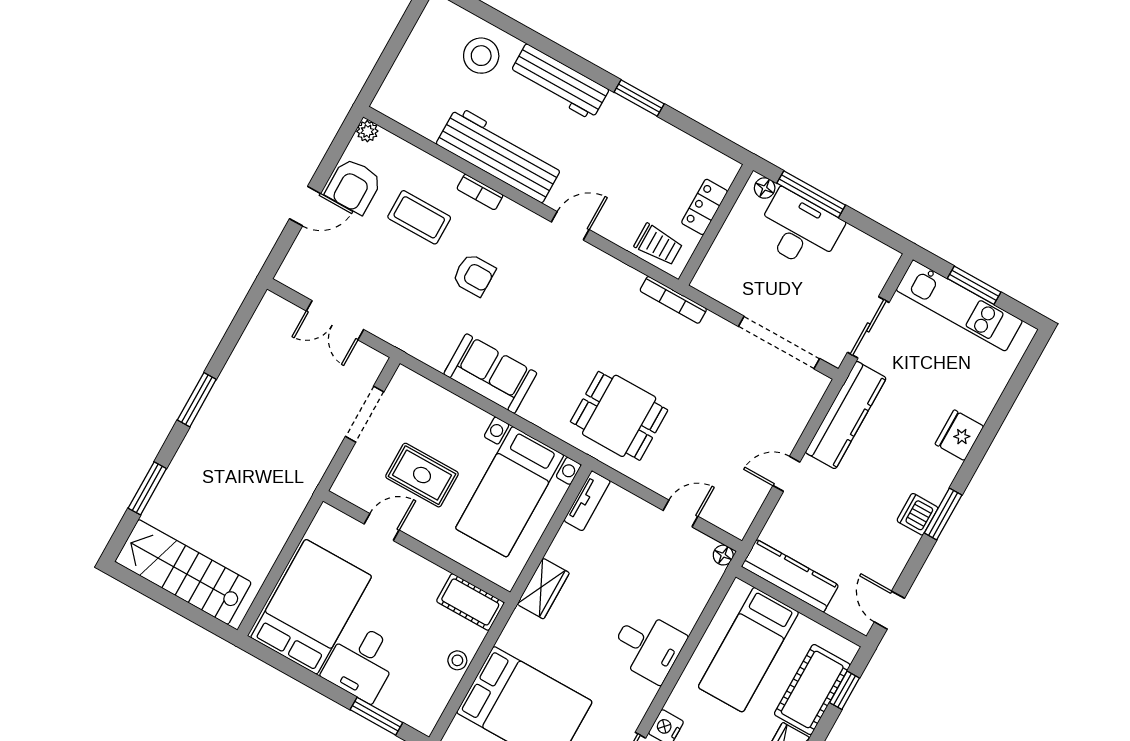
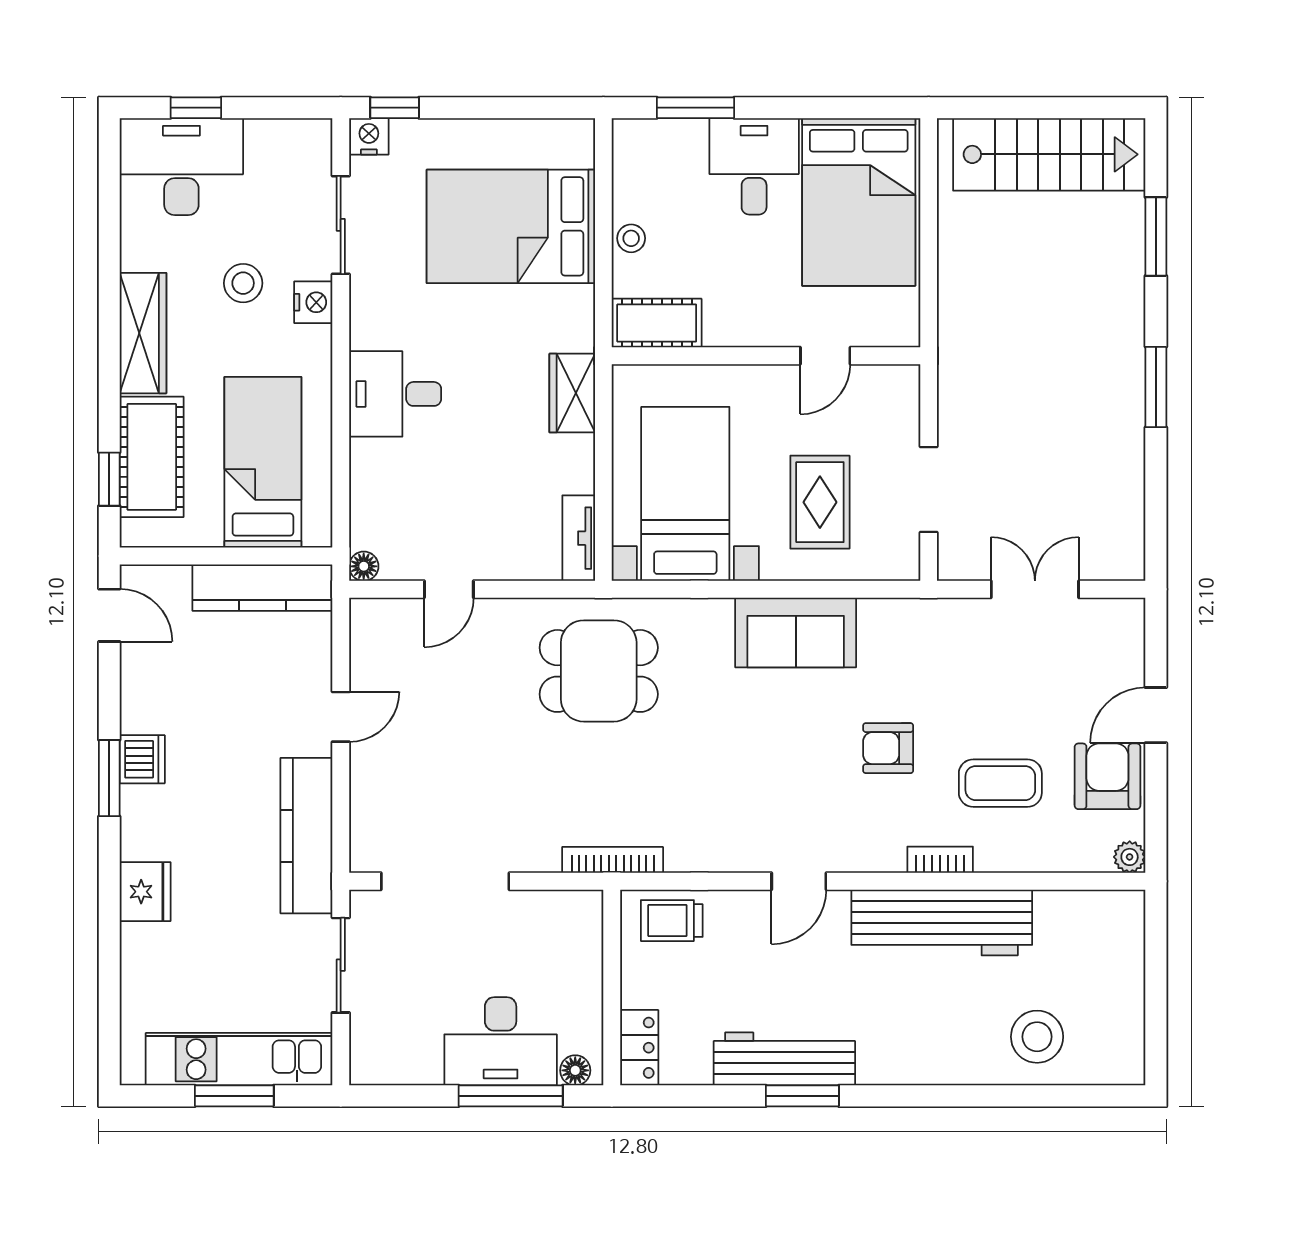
workbench: (559, 82) -> (784, 1059), moved
locker: (705, 207) -> (639, 1048), moved
rug: (422, 475) -> (820, 502), moved, turned 90

